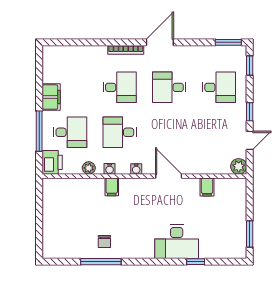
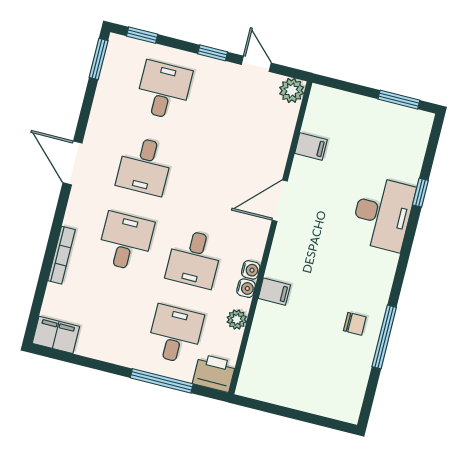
bookcase: (126, 50) -> (62, 255), moved
filing cabinet: (51, 97) -> (56, 335), moved
water cooler: (136, 169) -> (251, 270), moved

